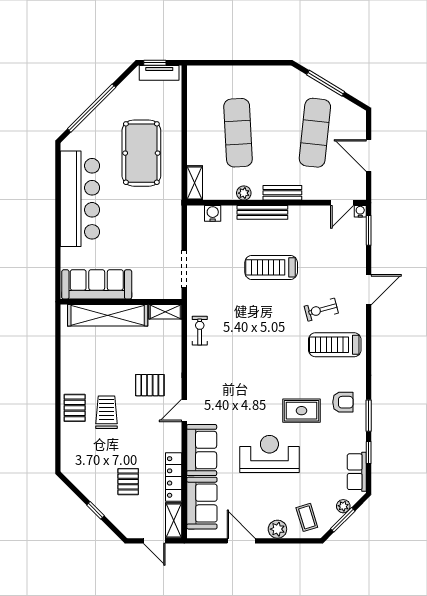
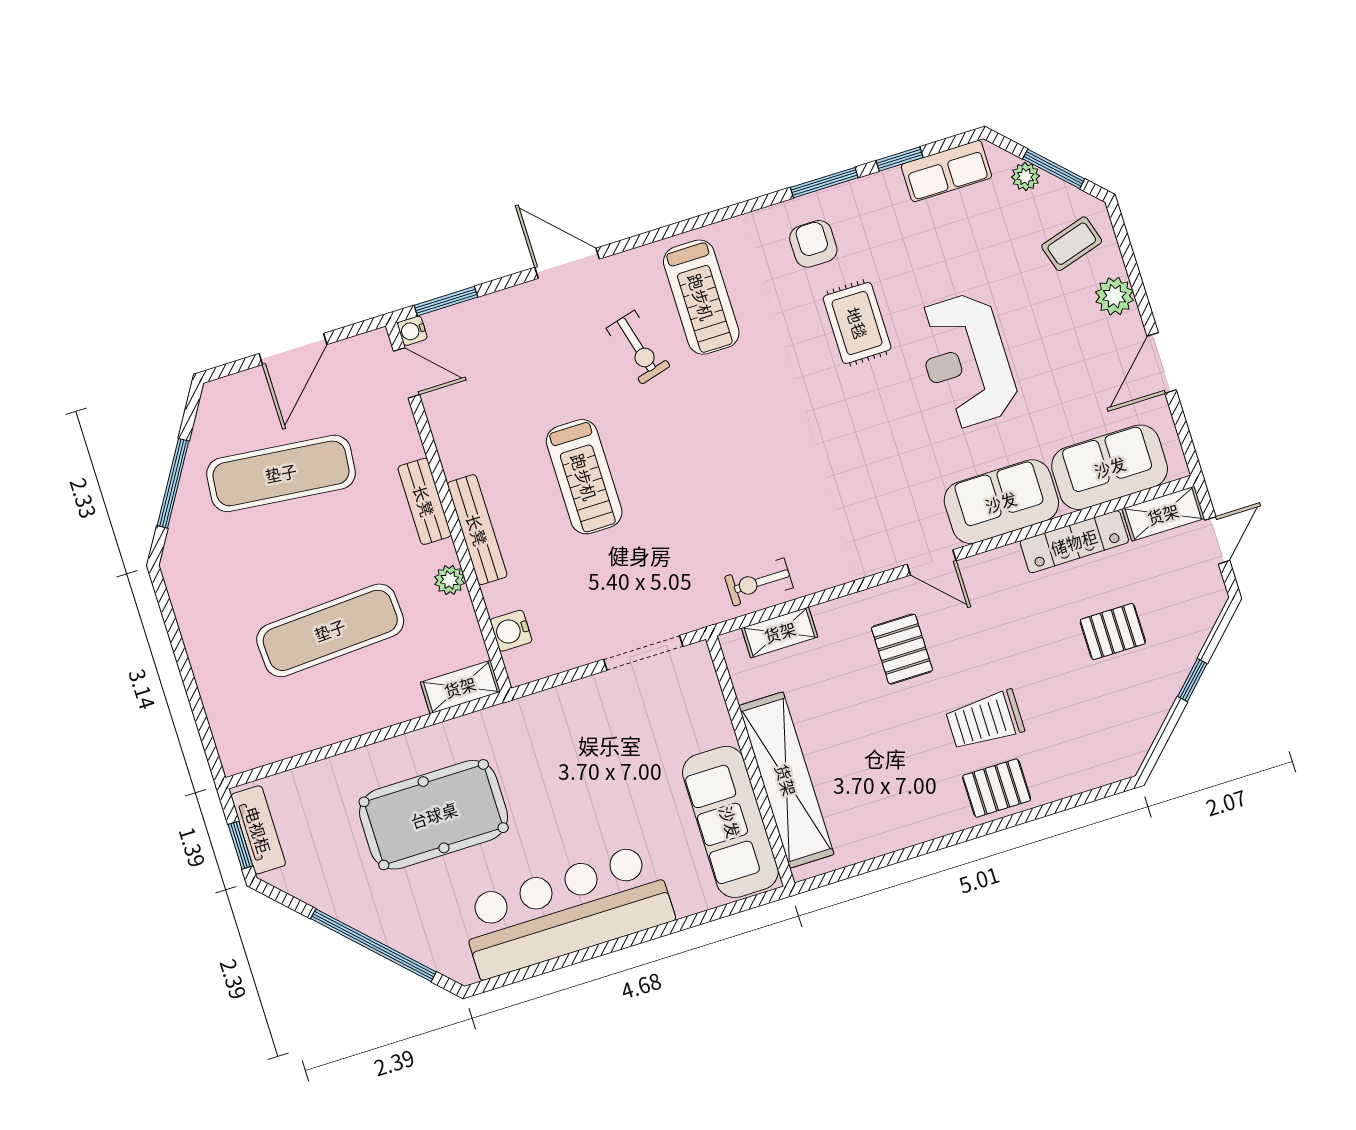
shelving: (165, 312) -> (780, 632), moved, turned 90

